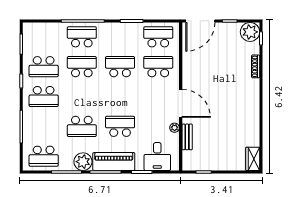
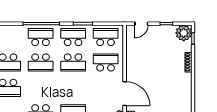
door: (200, 21) -> (141, 24), width x0.53
school desk: (120, 37) -> (73, 37), added
school desk: (82, 67) -> (41, 62), turned 180
school desk: (120, 67) -> (73, 62), turned 180

